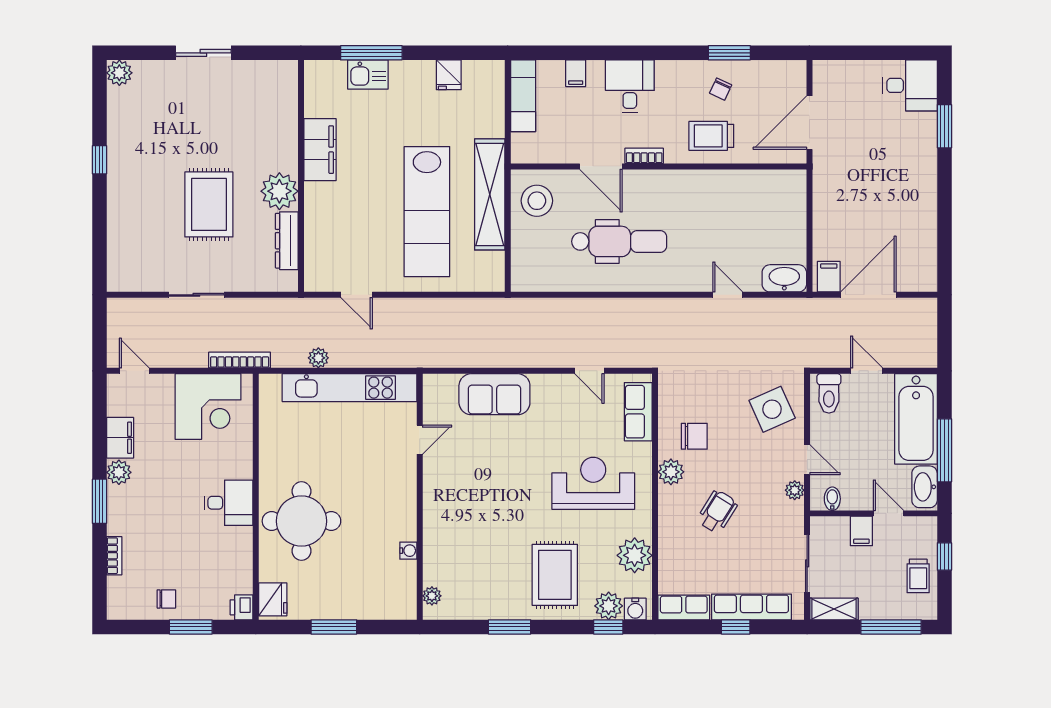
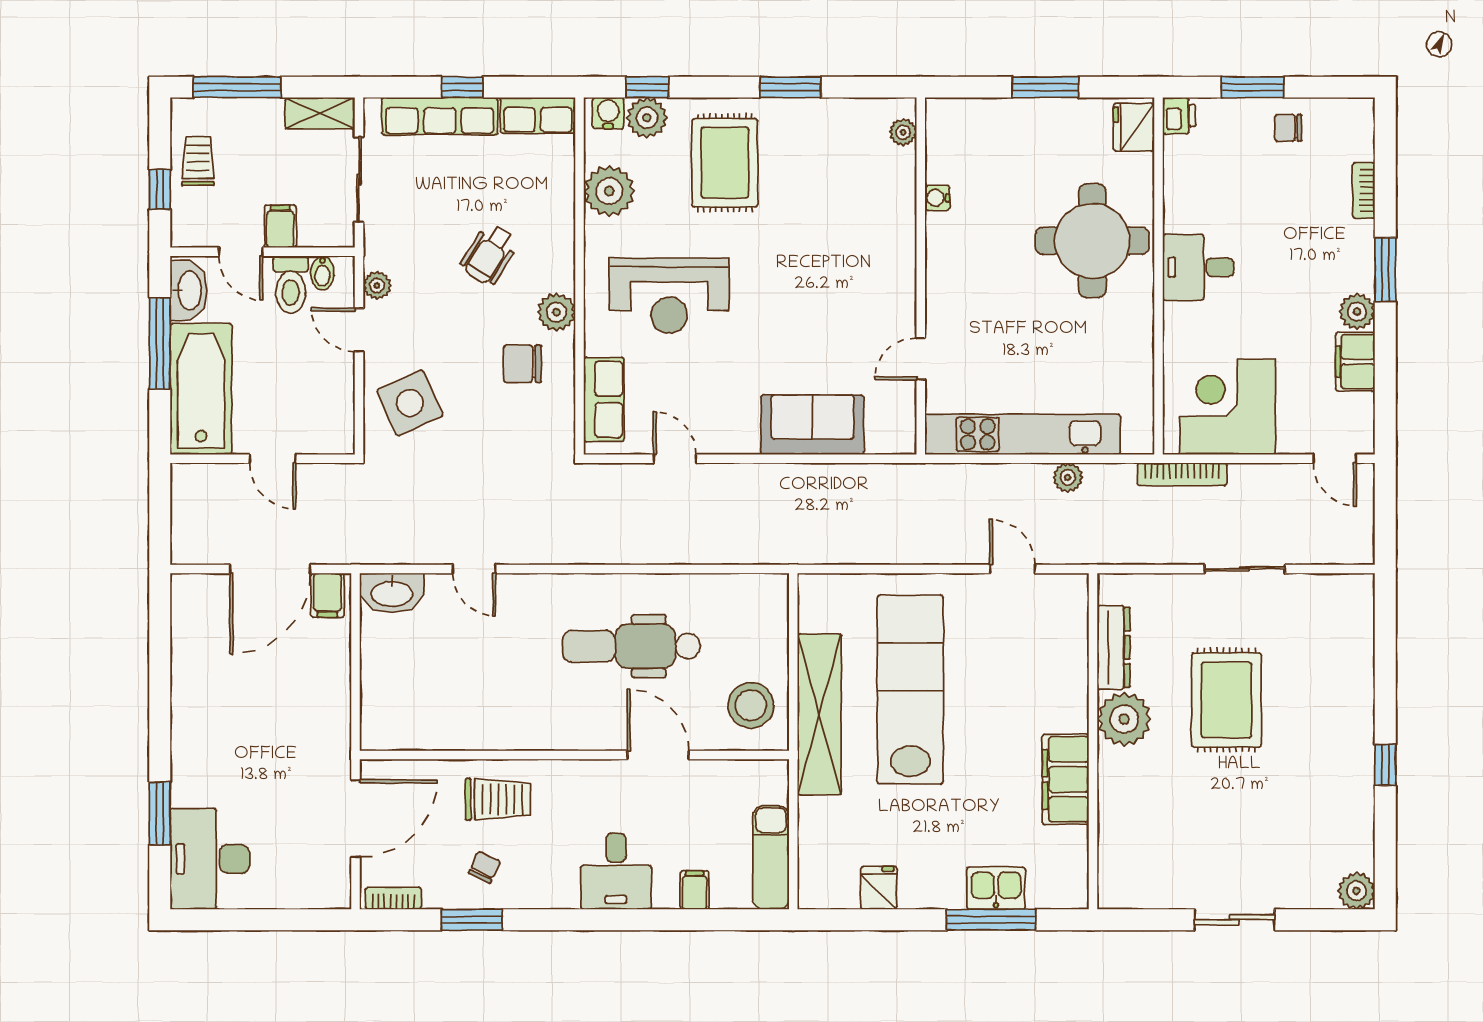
desk: (910, 85) -> (210, 859), width x1.37
bookcase: (644, 156) -> (393, 898), moved, turned 180
toilet: (829, 393) -> (291, 285), moved, turned 180

